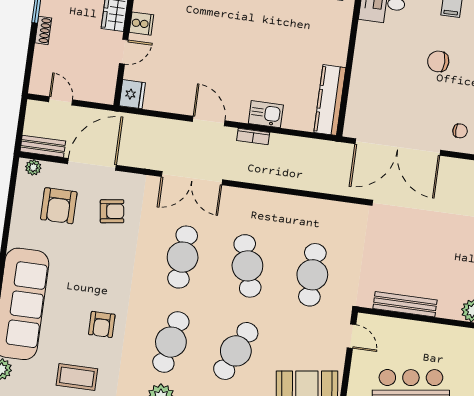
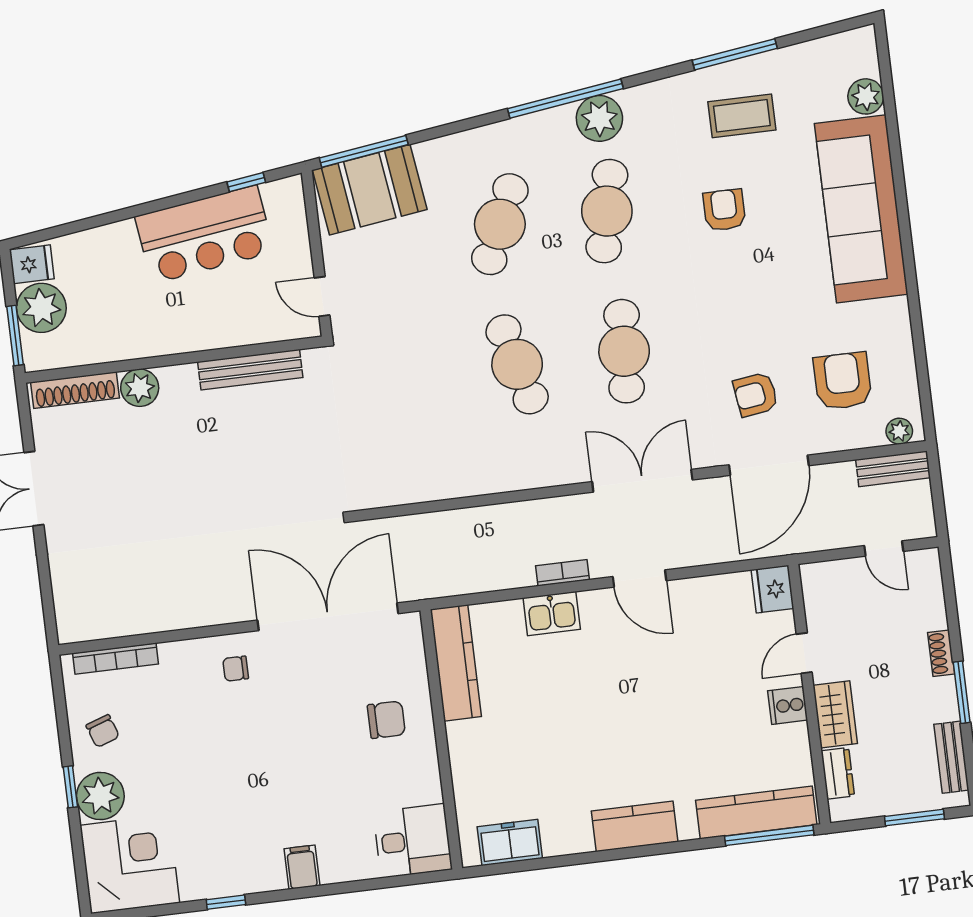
chair: (438, 61) -> (386, 720), moved
door: (92, 164) -> (769, 465), moved
cafe table: (312, 275) -> (410, 377), removed

